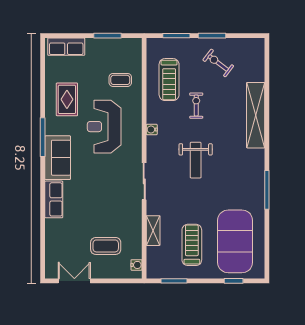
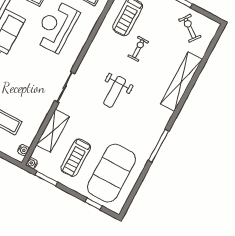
exercise bike: (218, 63) -> (190, 28), moved
water cooler: (152, 130) -> (32, 163), moved
shelving: (153, 231) -> (53, 131), width x1.50, depth x1.33
treadmill: (192, 245) -> (76, 158), turned 180

